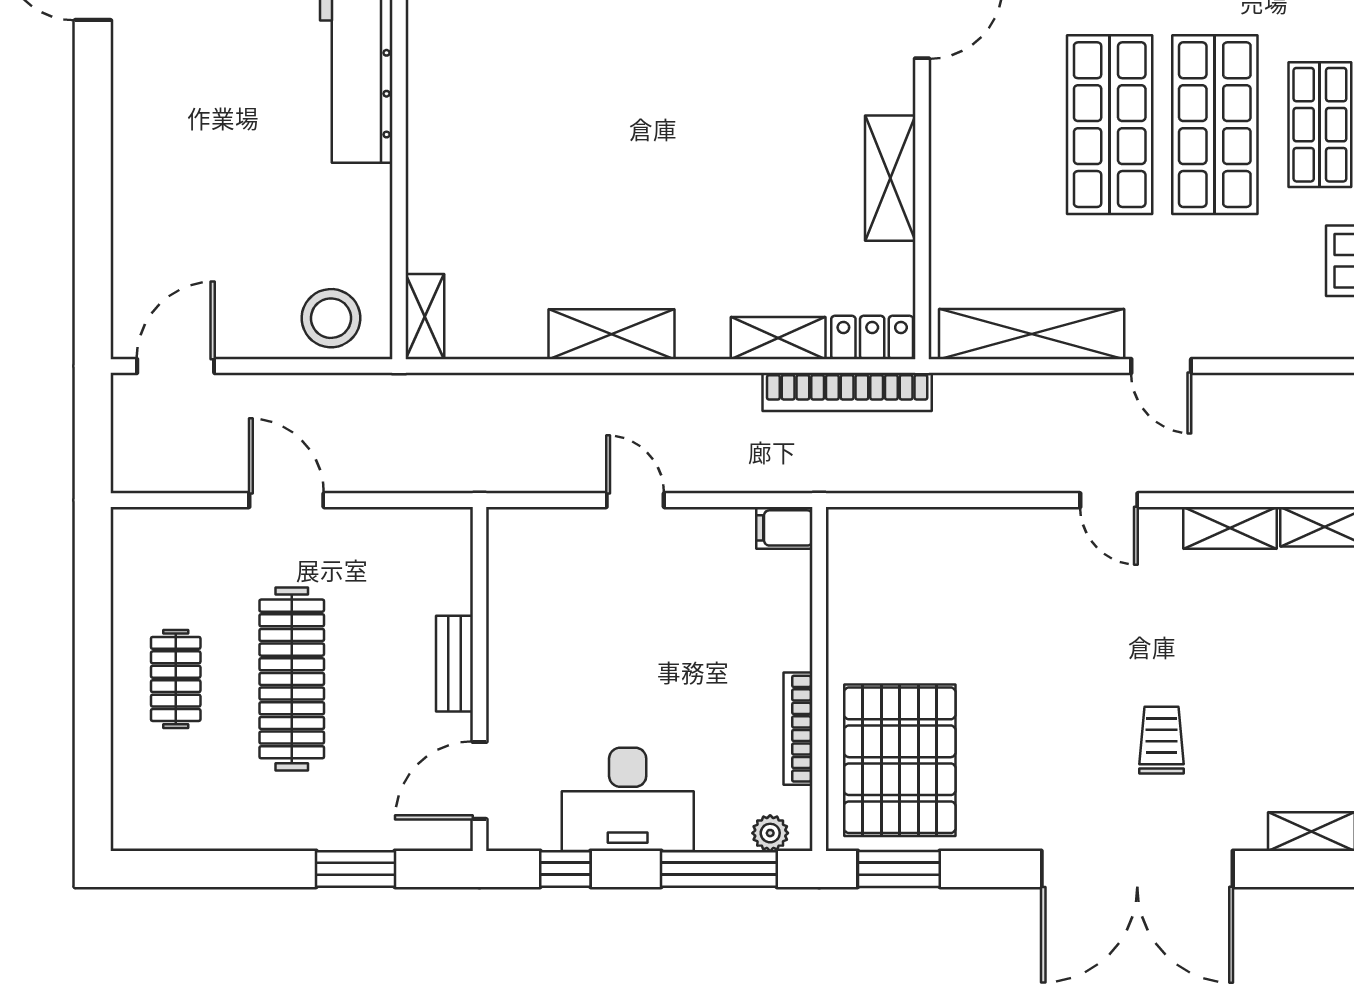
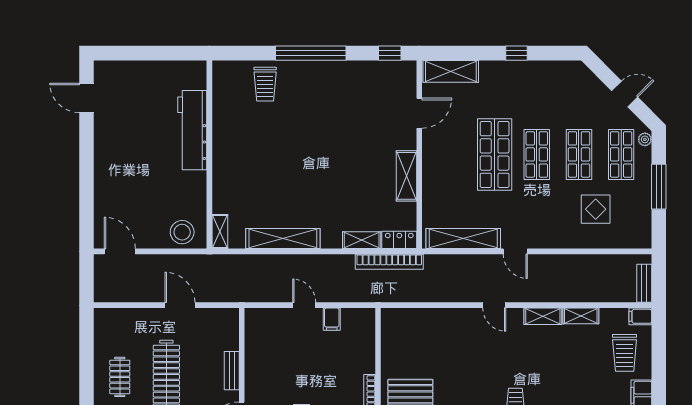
shop shelf: (1215, 125) -> (537, 154), width x0.70, depth x0.74
shelving: (612, 334) -> (283, 239), width x1.47
door: (176, 366) -> (120, 251), hinge flipped
door: (286, 500) -> (180, 305), moved
filing cabinet: (784, 528) -> (332, 319), moved, turned -90

